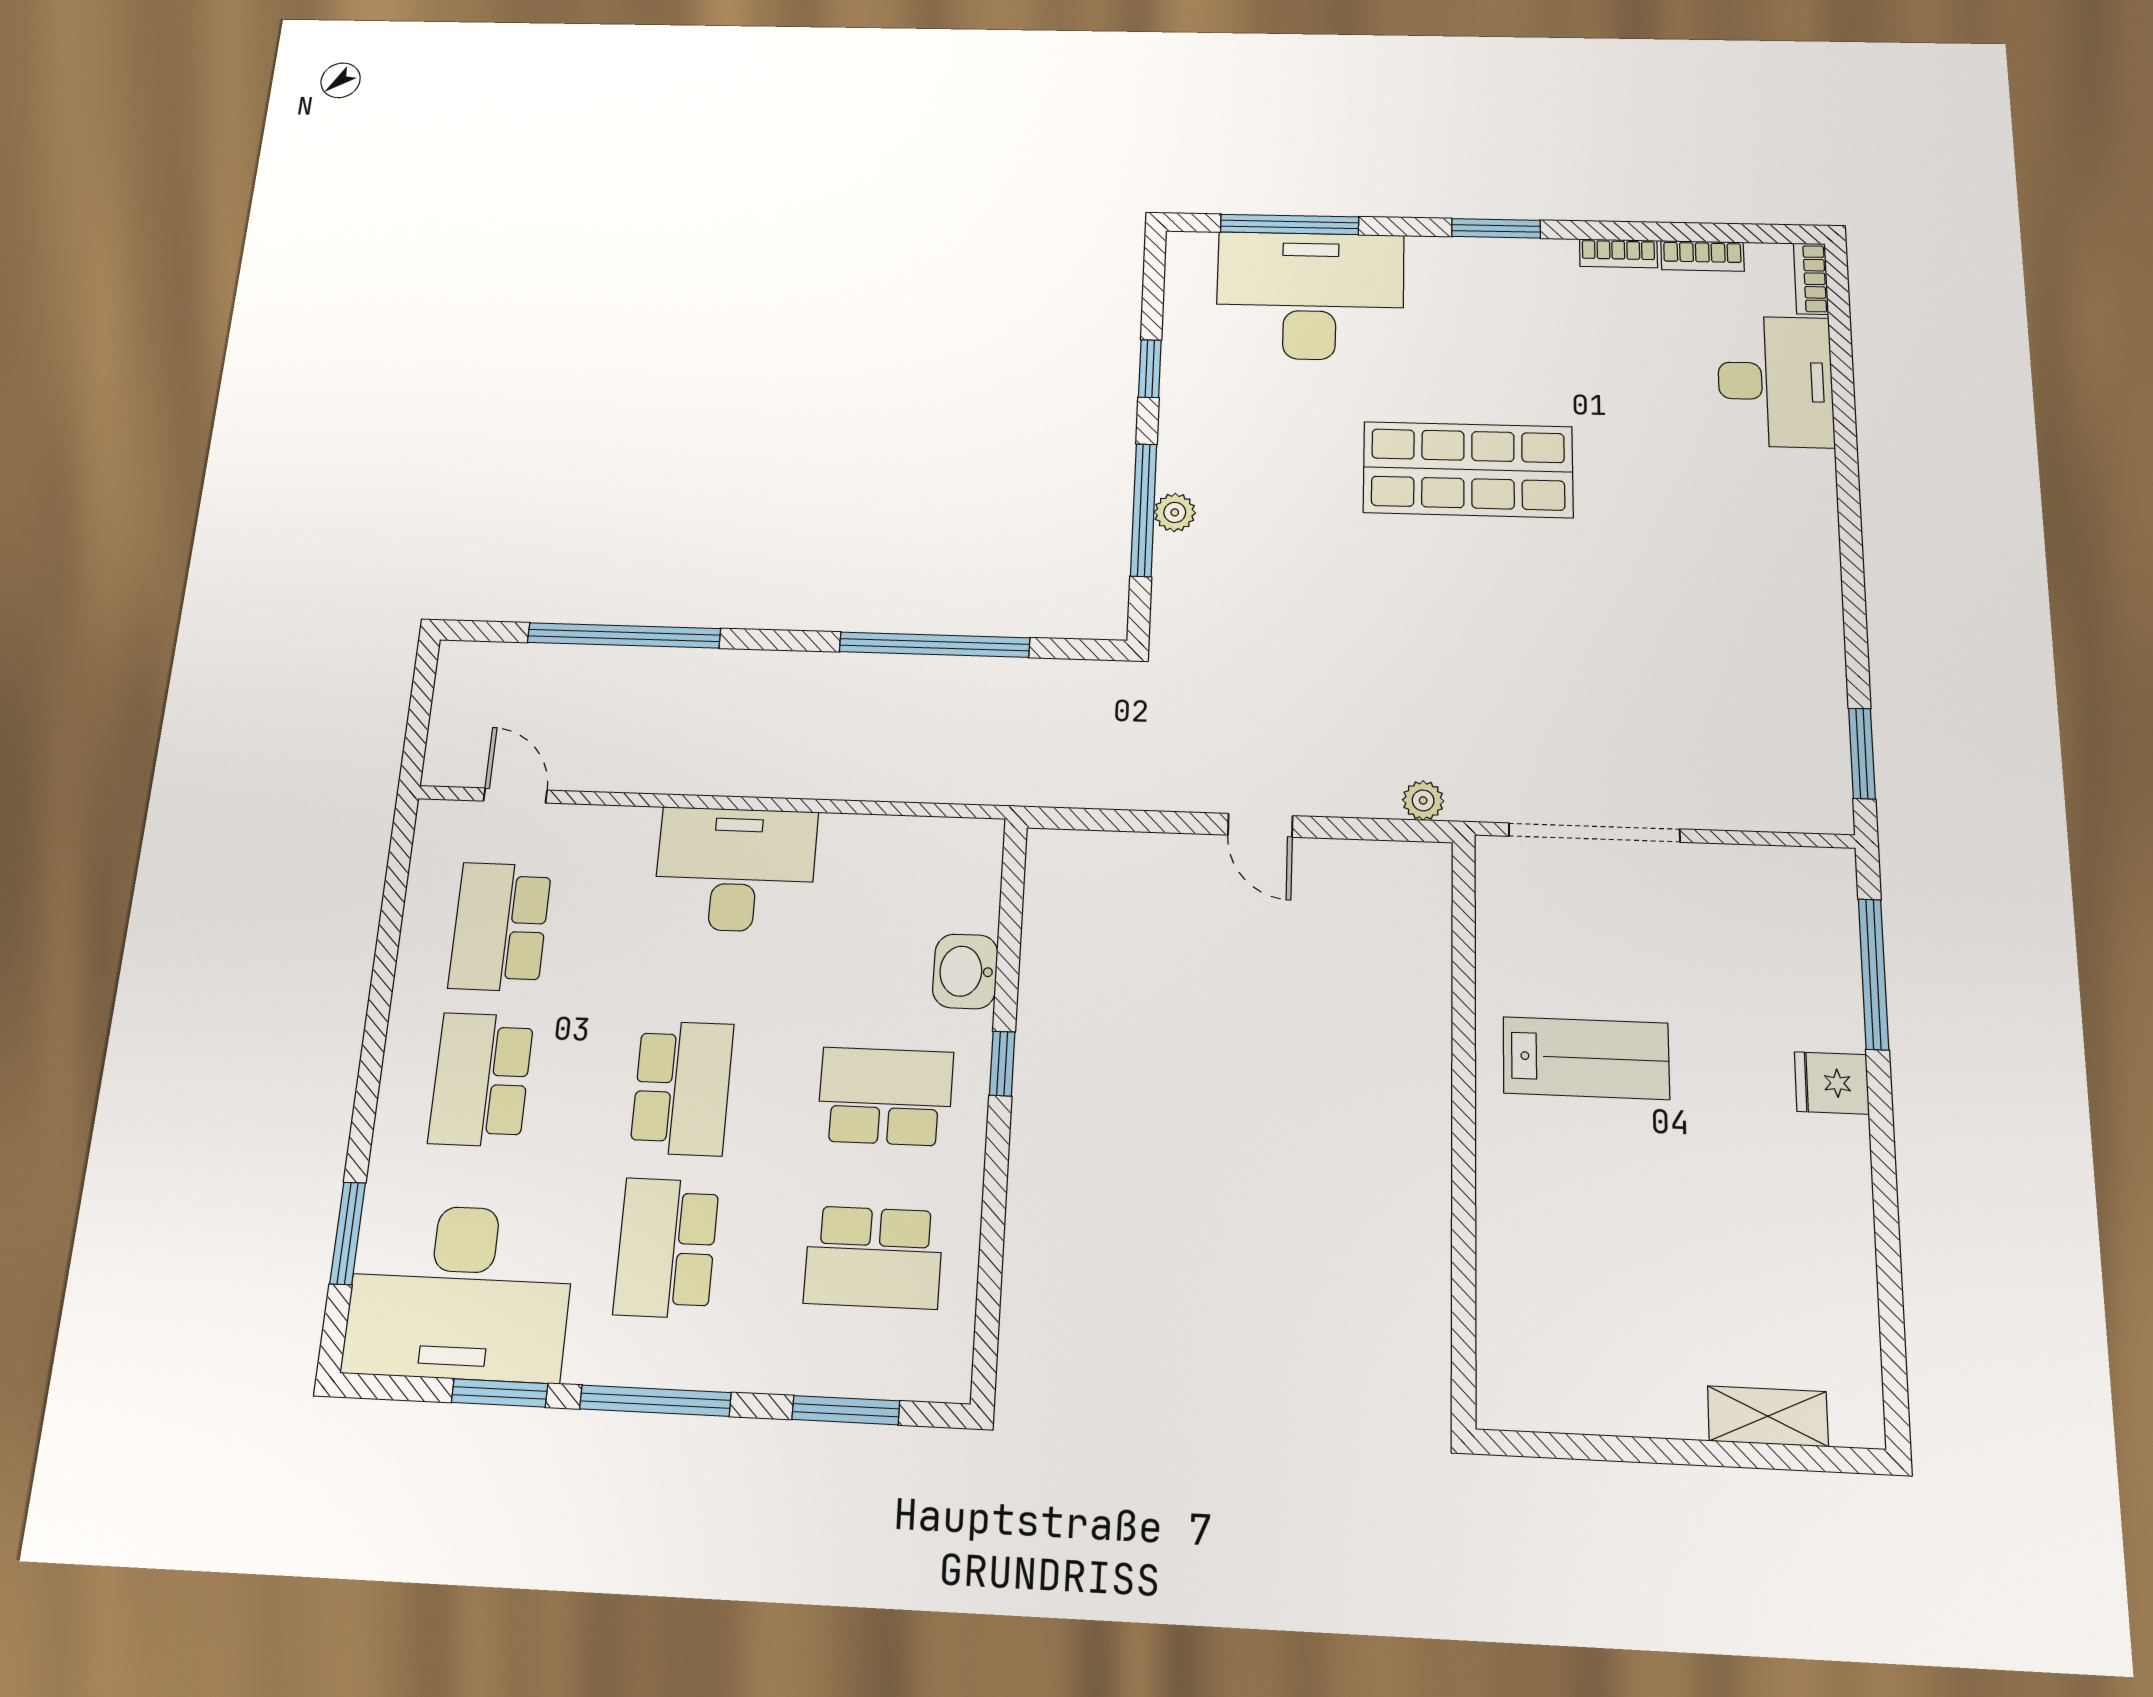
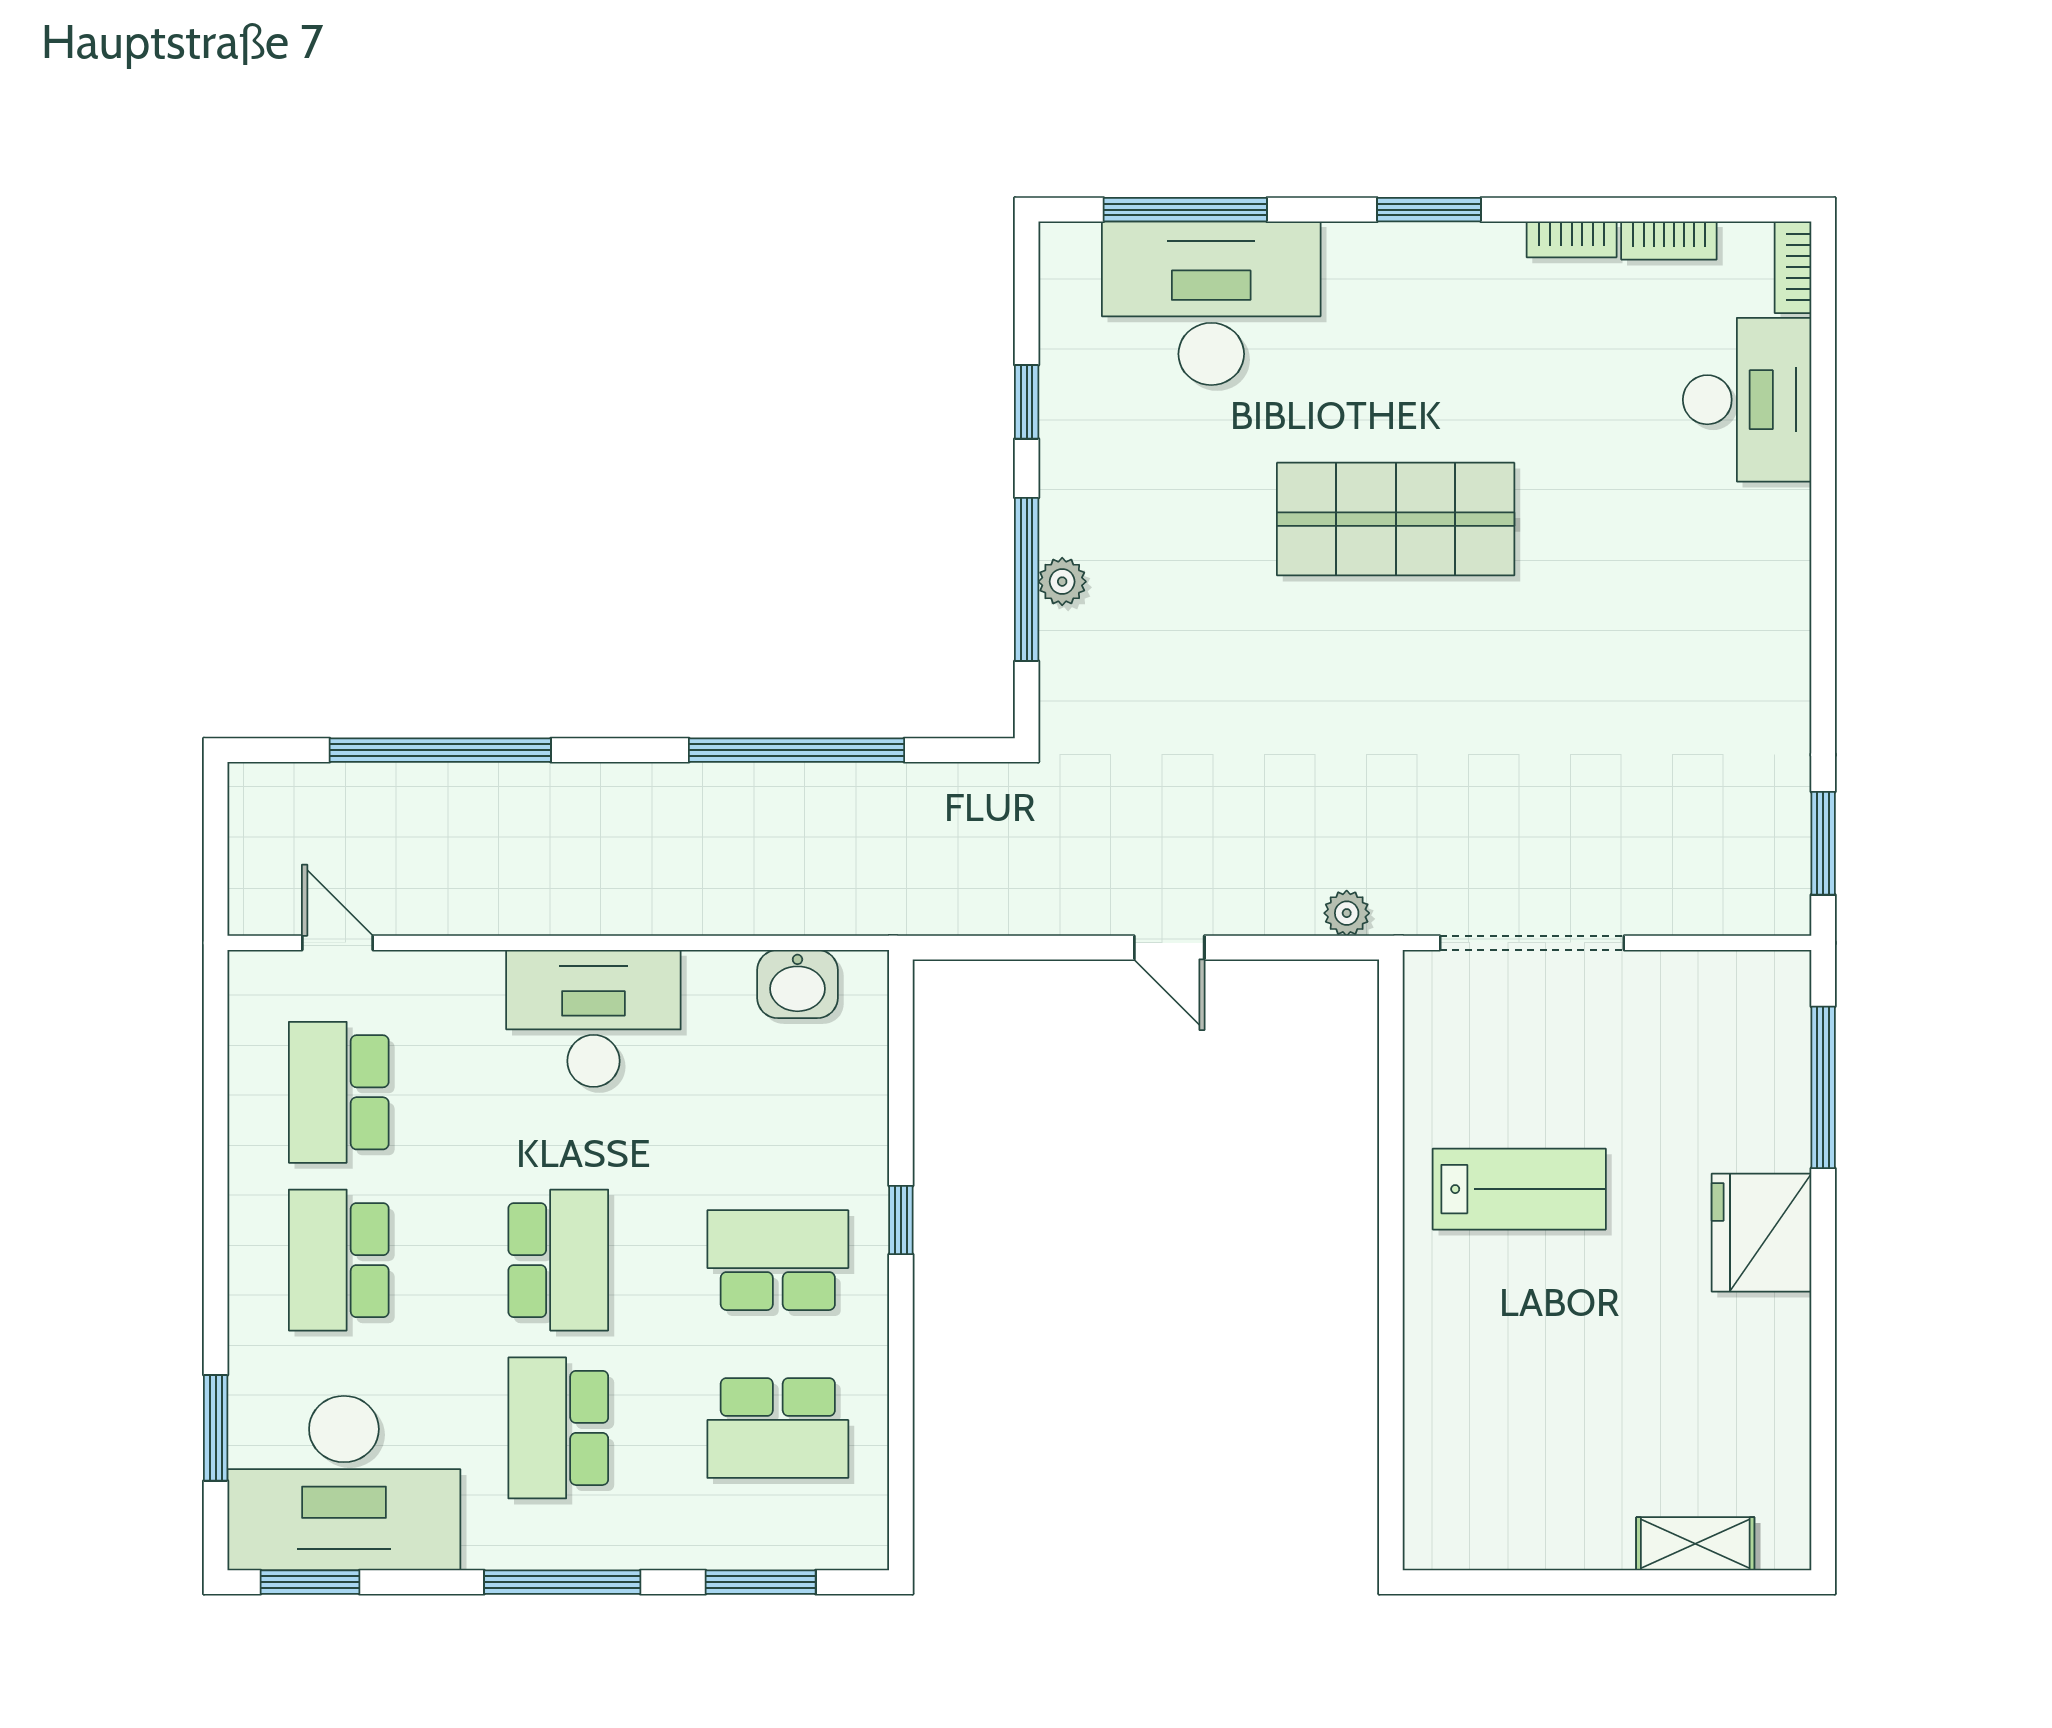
washbasin: (965, 971) -> (797, 984), moved, turned -90
fridge: (1832, 1083) -> (1762, 1233), width x1.88, depth x1.34
window: (500, 1393) -> (310, 1582), moved

